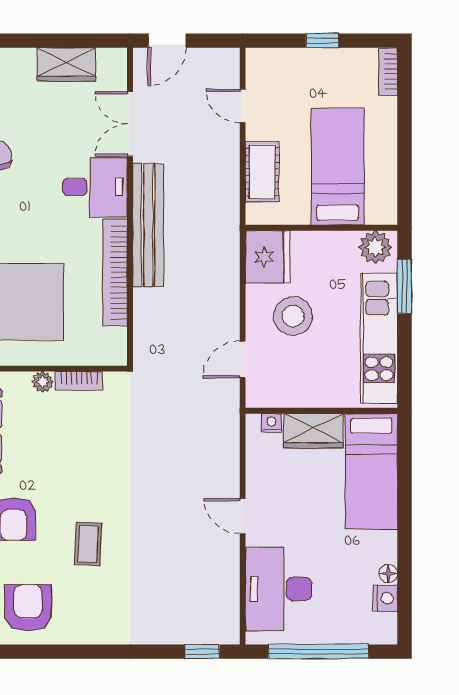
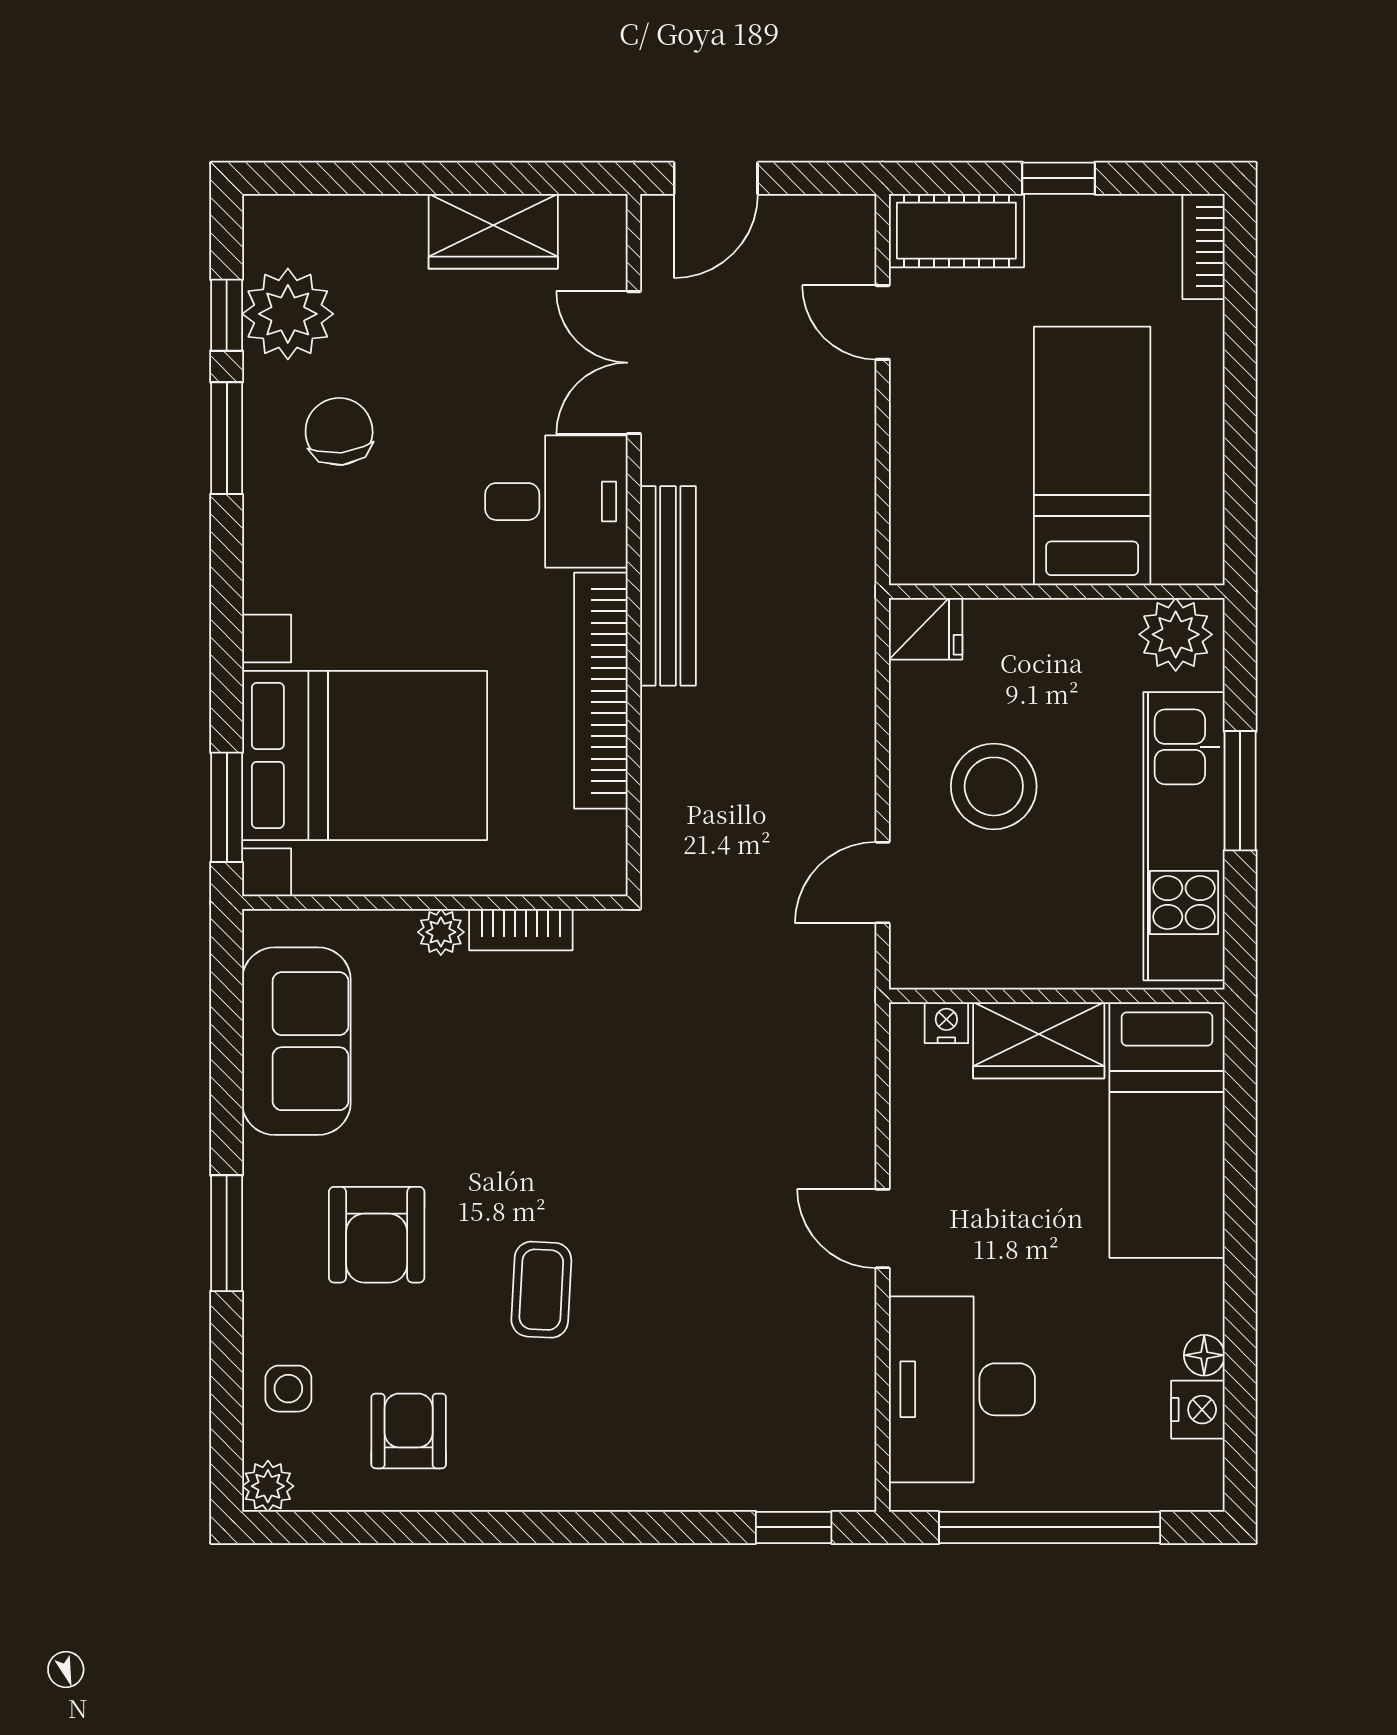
cot: (262, 172) -> (956, 231), moved, turned 90
bench: (148, 225) -> (668, 586), width x0.73, depth x0.82
fridge: (268, 257) -> (926, 629), width x0.53, depth x0.75
window: (405, 286) -> (1240, 791), moved
armchair: (28, 608) -> (409, 1431), width x0.72, depth x0.72

